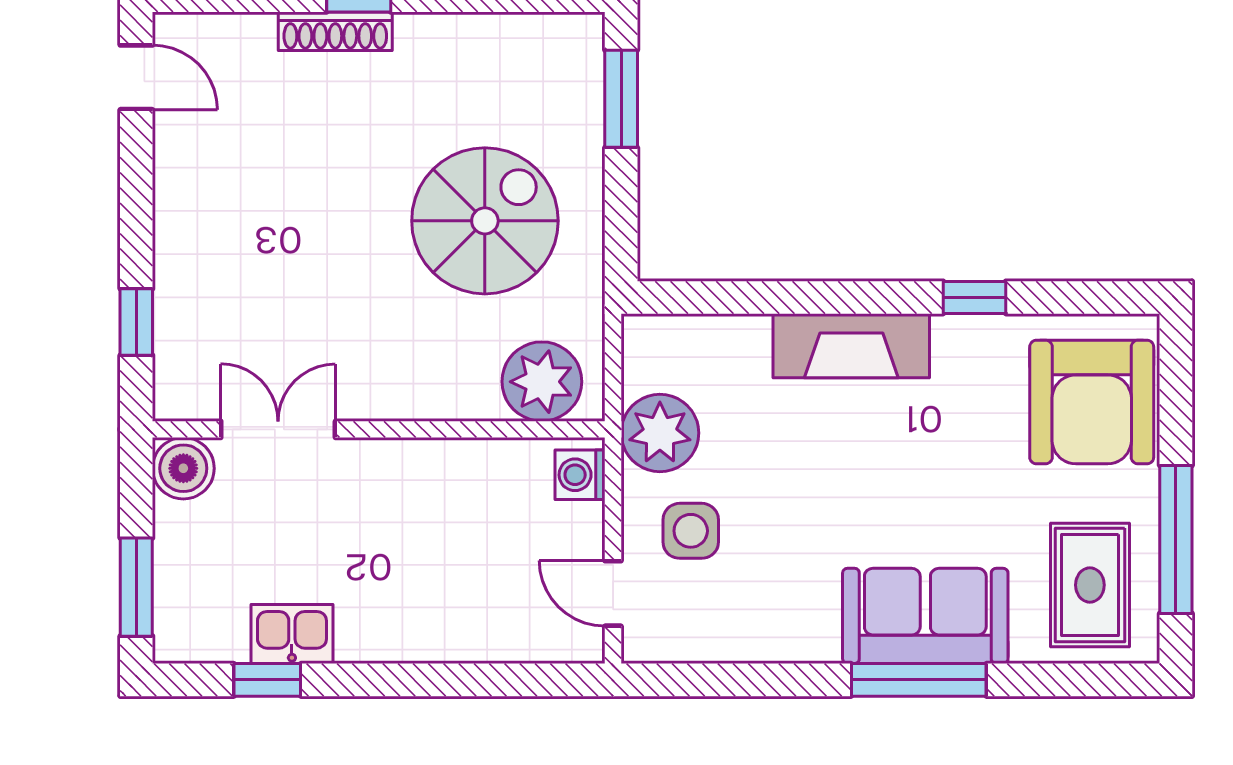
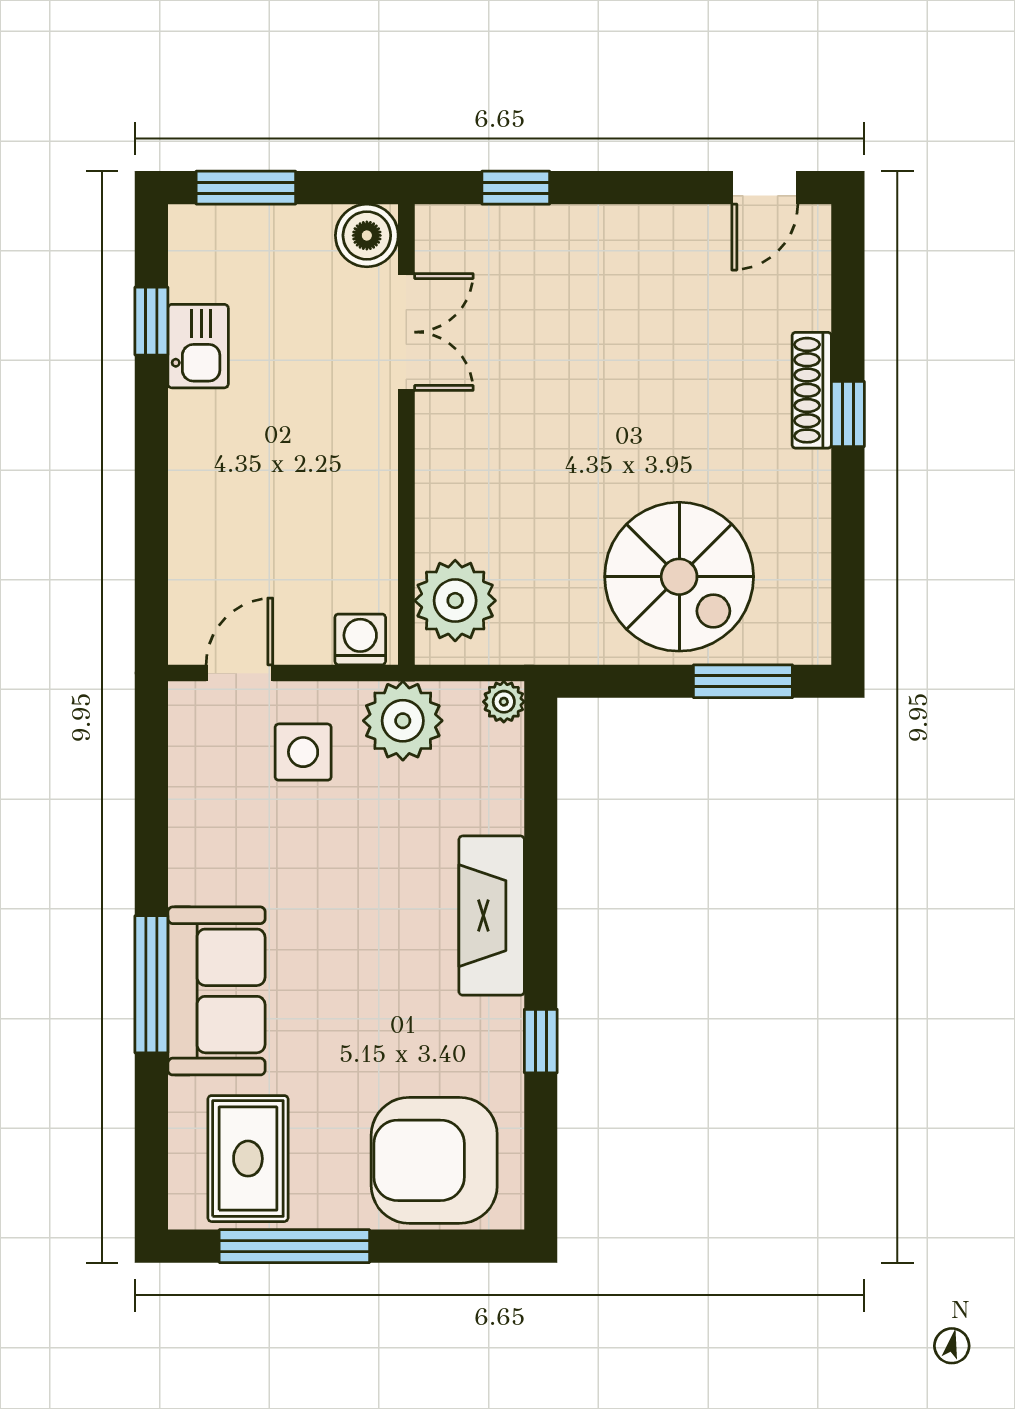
spiral stairs: (485, 221) -> (679, 577), moved
plant: (641, 334) -> (504, 702), added
rug: (1090, 585) -> (248, 1159), turned 90

